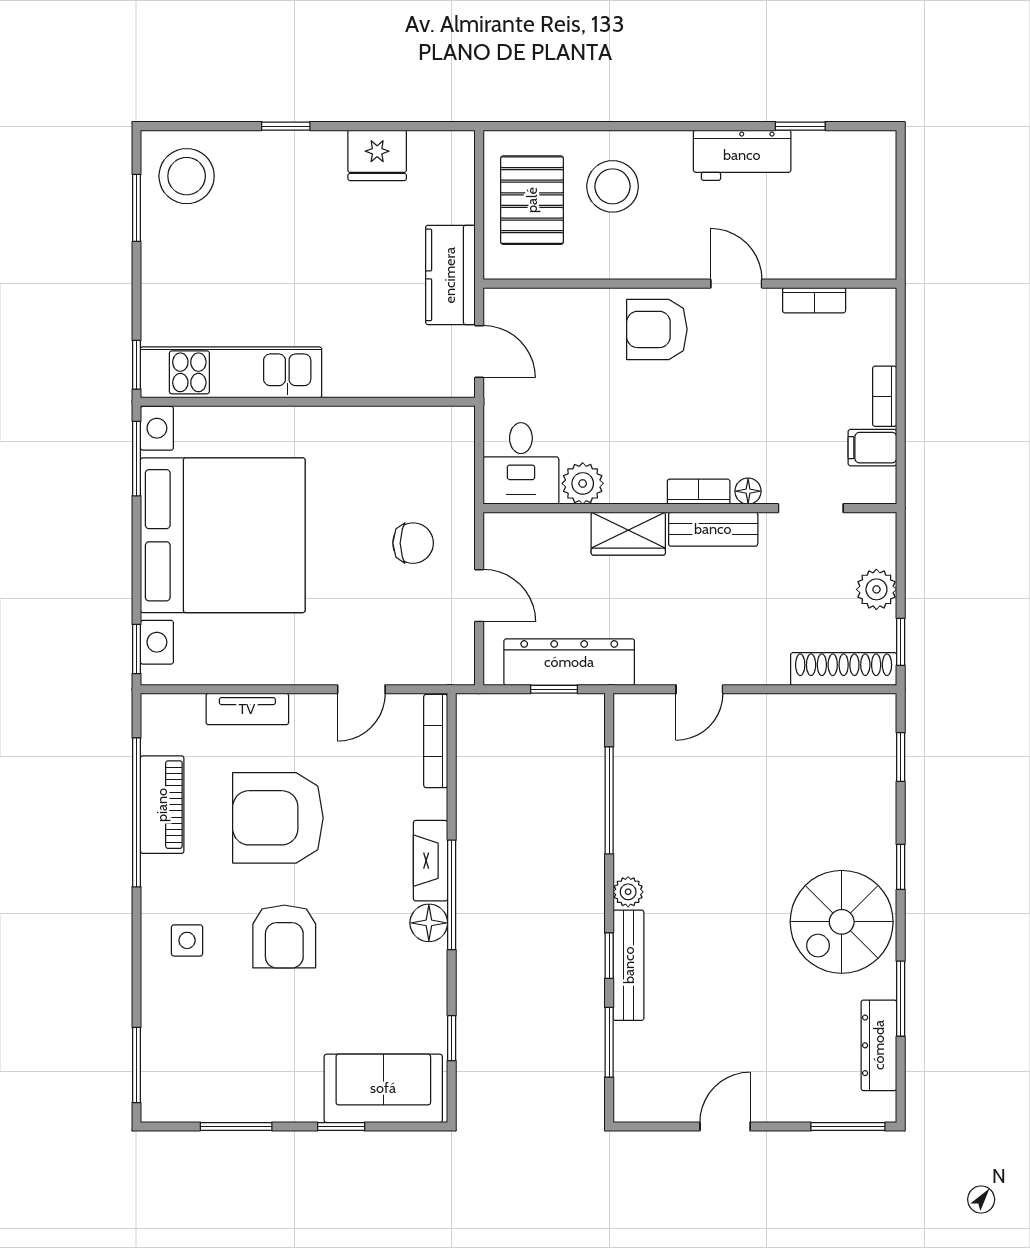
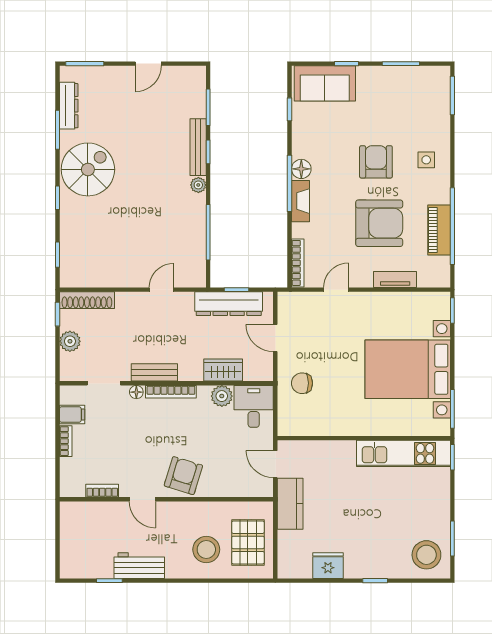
armchair: (657, 329) -> (183, 476), turned -73
bookcase: (699, 492) -> (171, 392), width x1.56
wardrobe: (628, 534) -> (223, 370), moved
bed with nightstands: (223, 535) -> (408, 369), width x0.73
chair: (413, 543) -> (302, 383), moved

